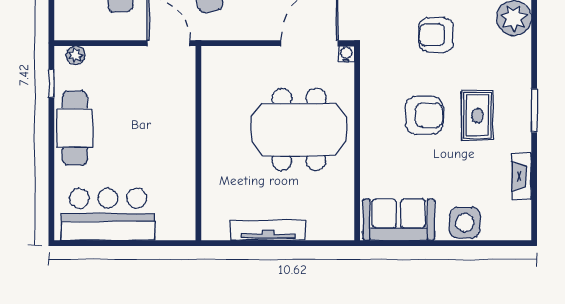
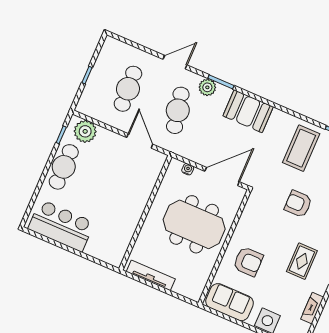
water cooler: (346, 54) -> (188, 169), moved
plant: (76, 55) -> (85, 131), width x1.87, depth x1.87
armchair: (424, 115) -> (248, 262), moved
wall: (198, 143) -> (145, 213), moved

